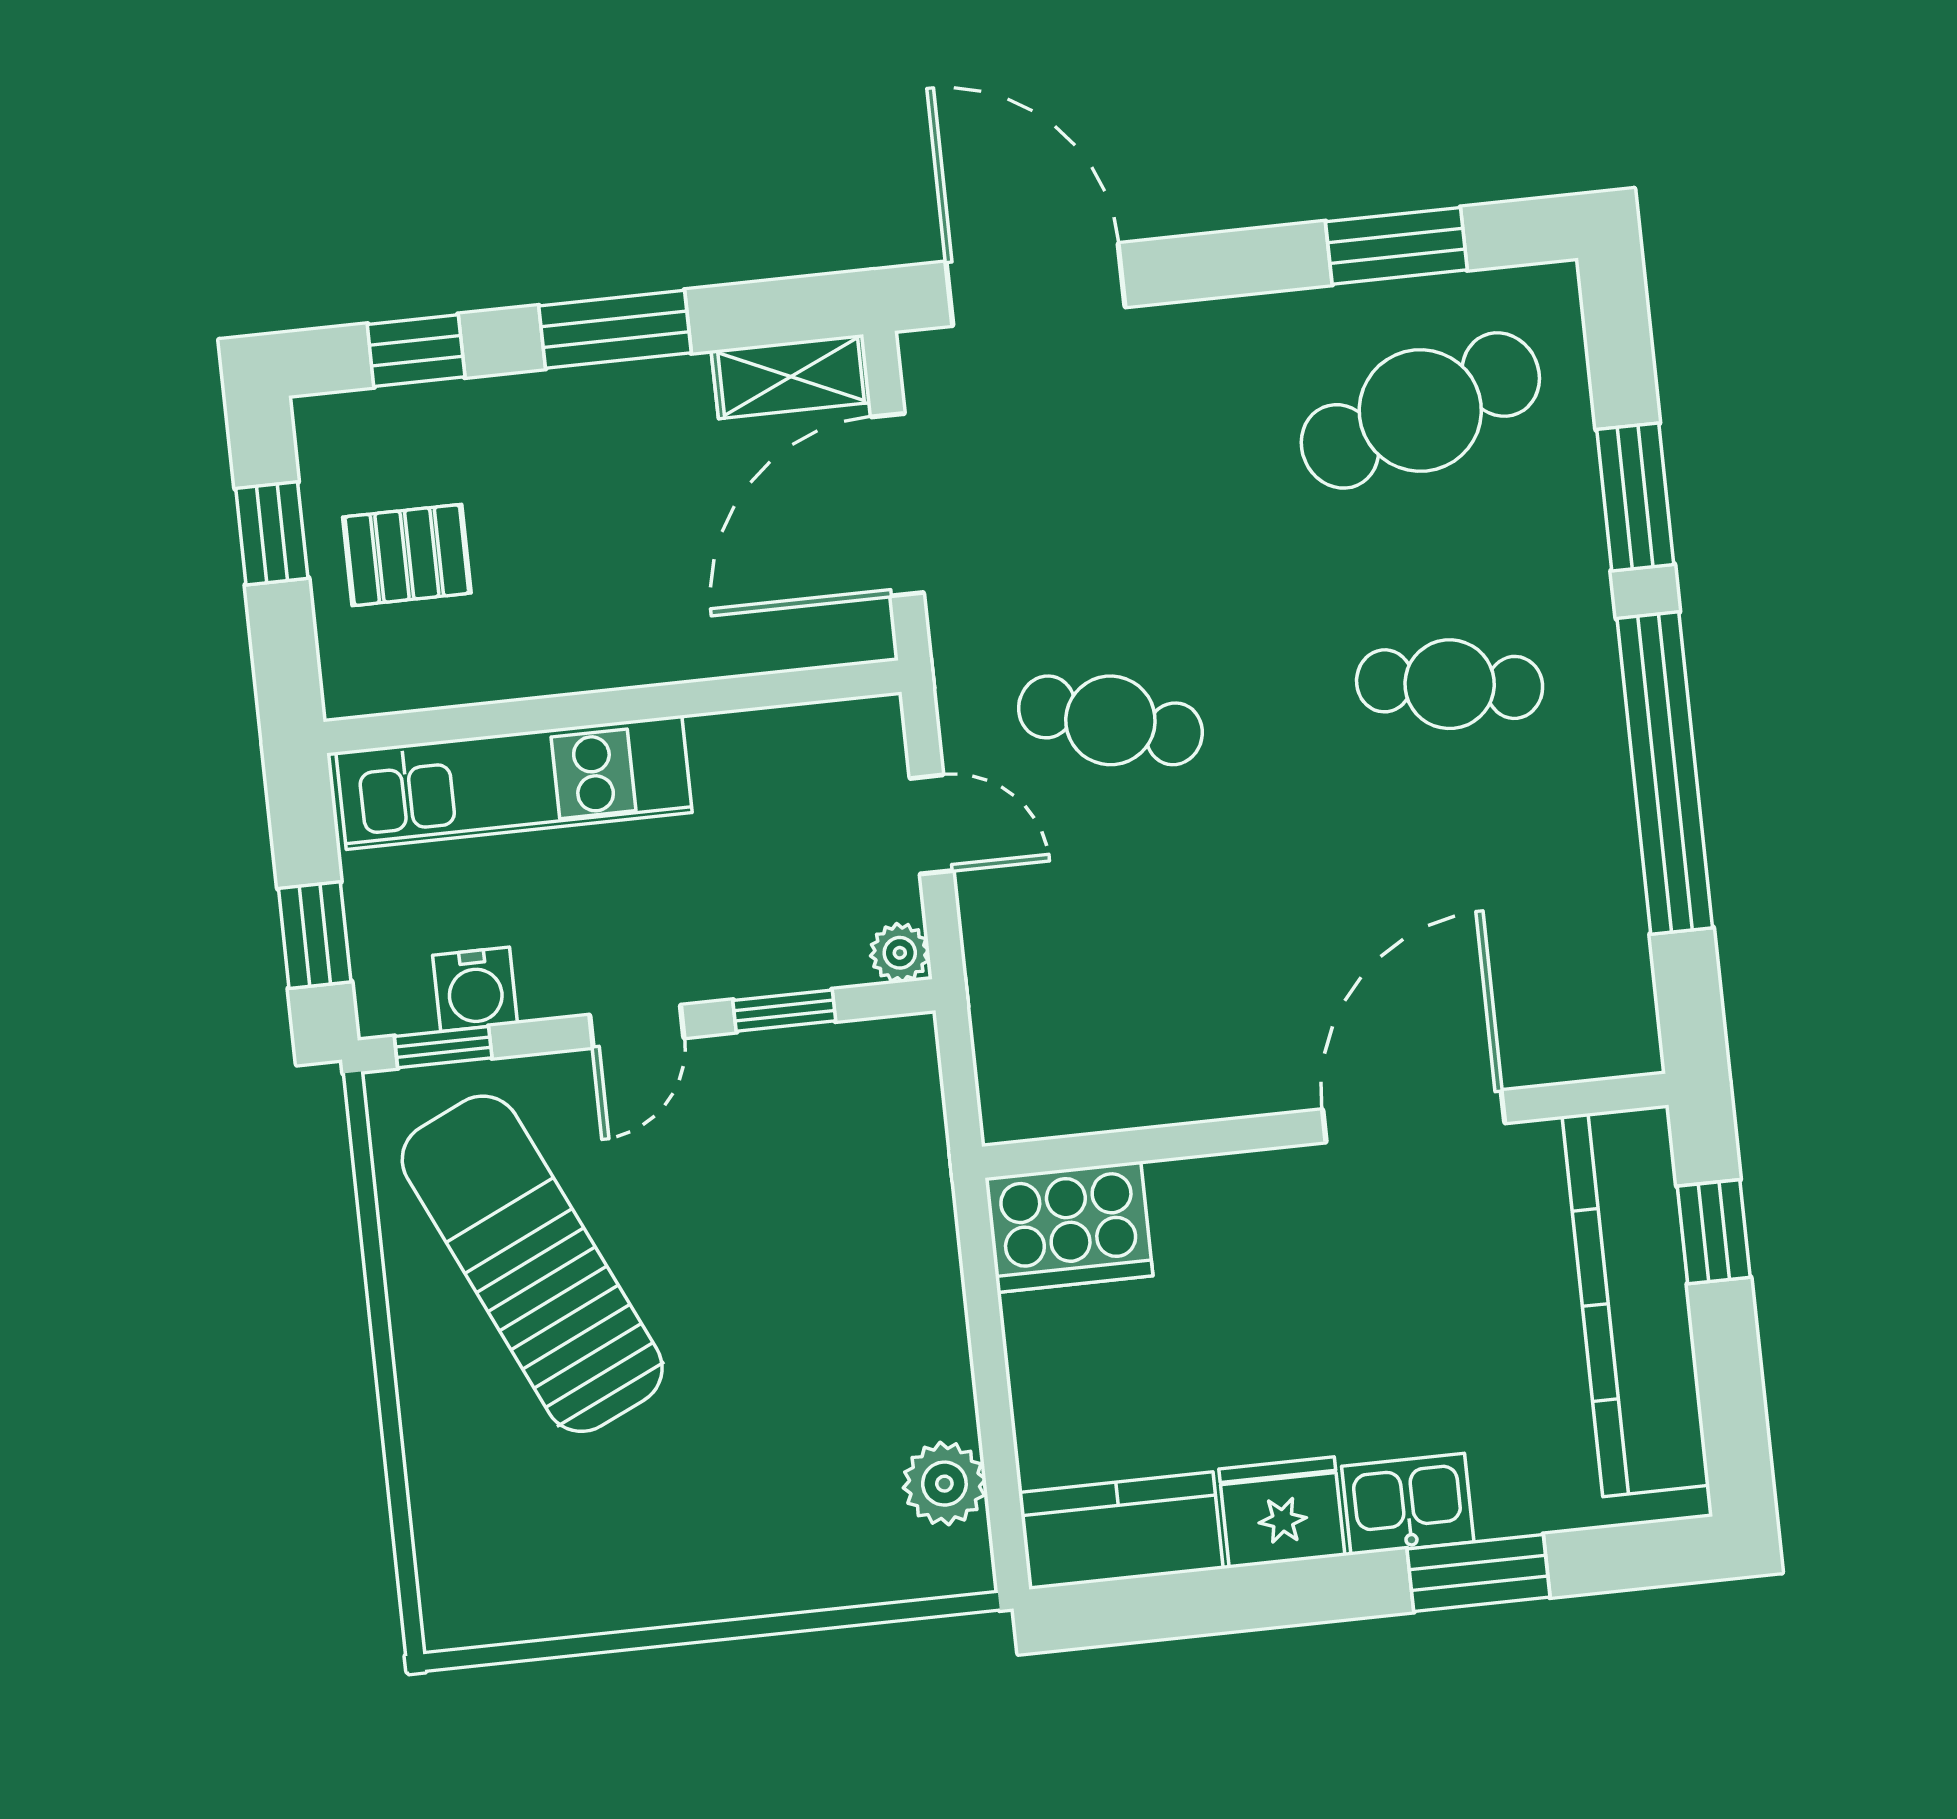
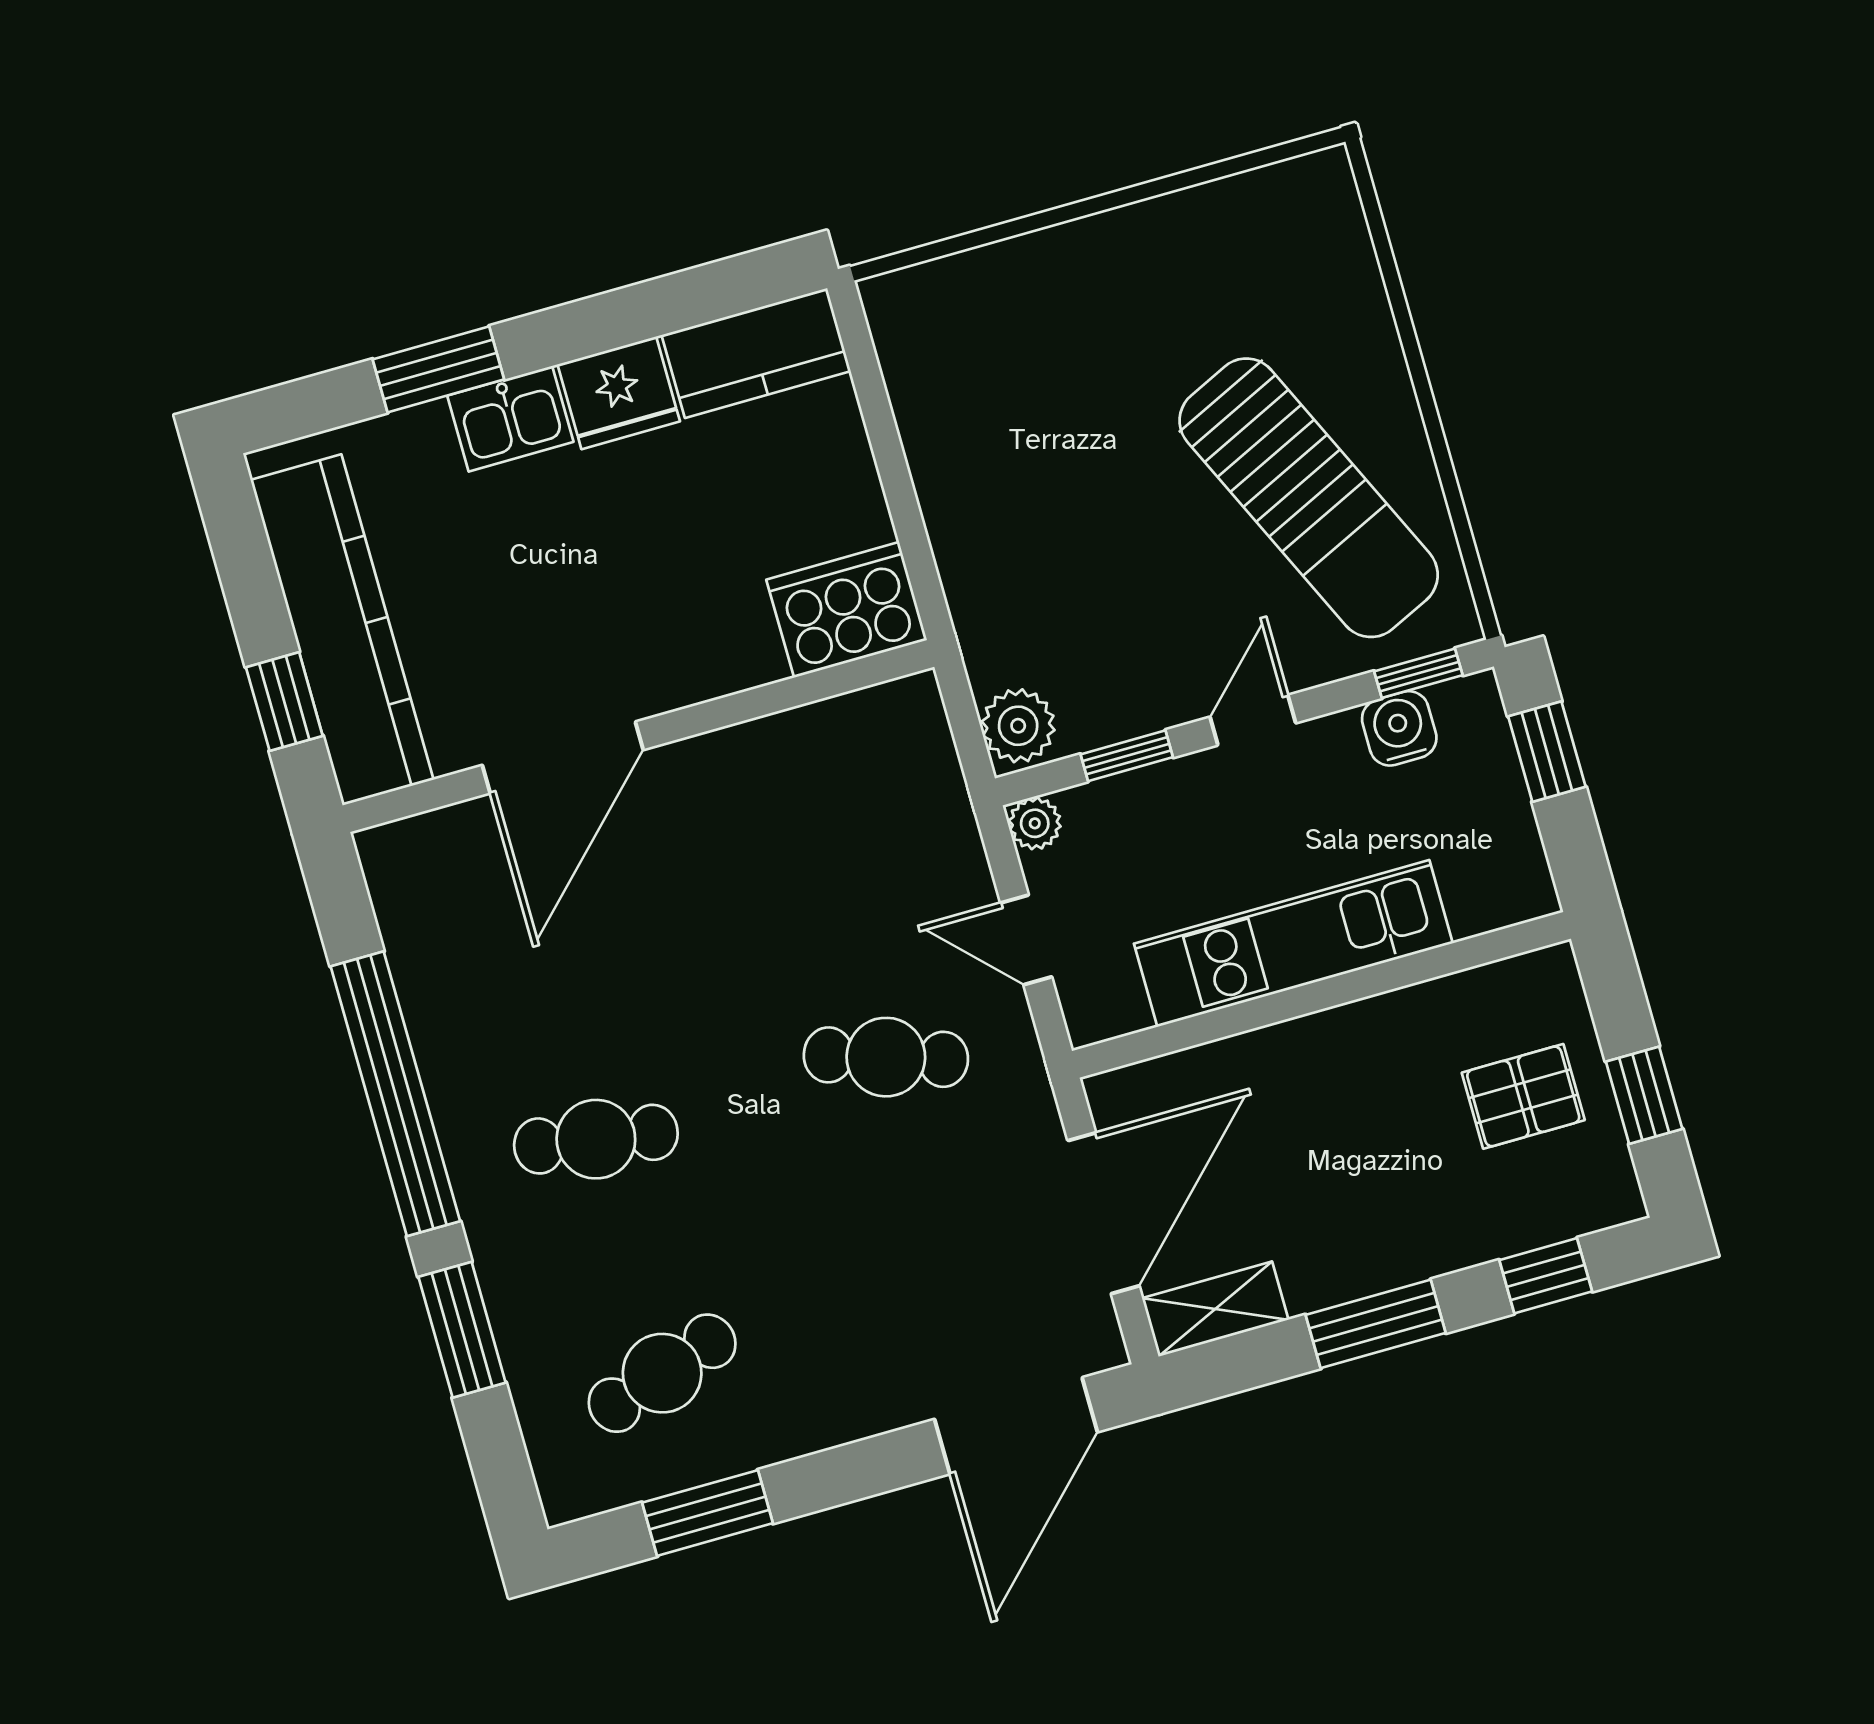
door: (1035, 284) -> (1016, 1426), hinge flipped
cafe table: (1420, 410) -> (662, 1373), width x0.73, depth x0.74
kitchen unit: (514, 782) -> (1293, 943), moved
plant: (944, 1484) -> (1018, 726), moved

